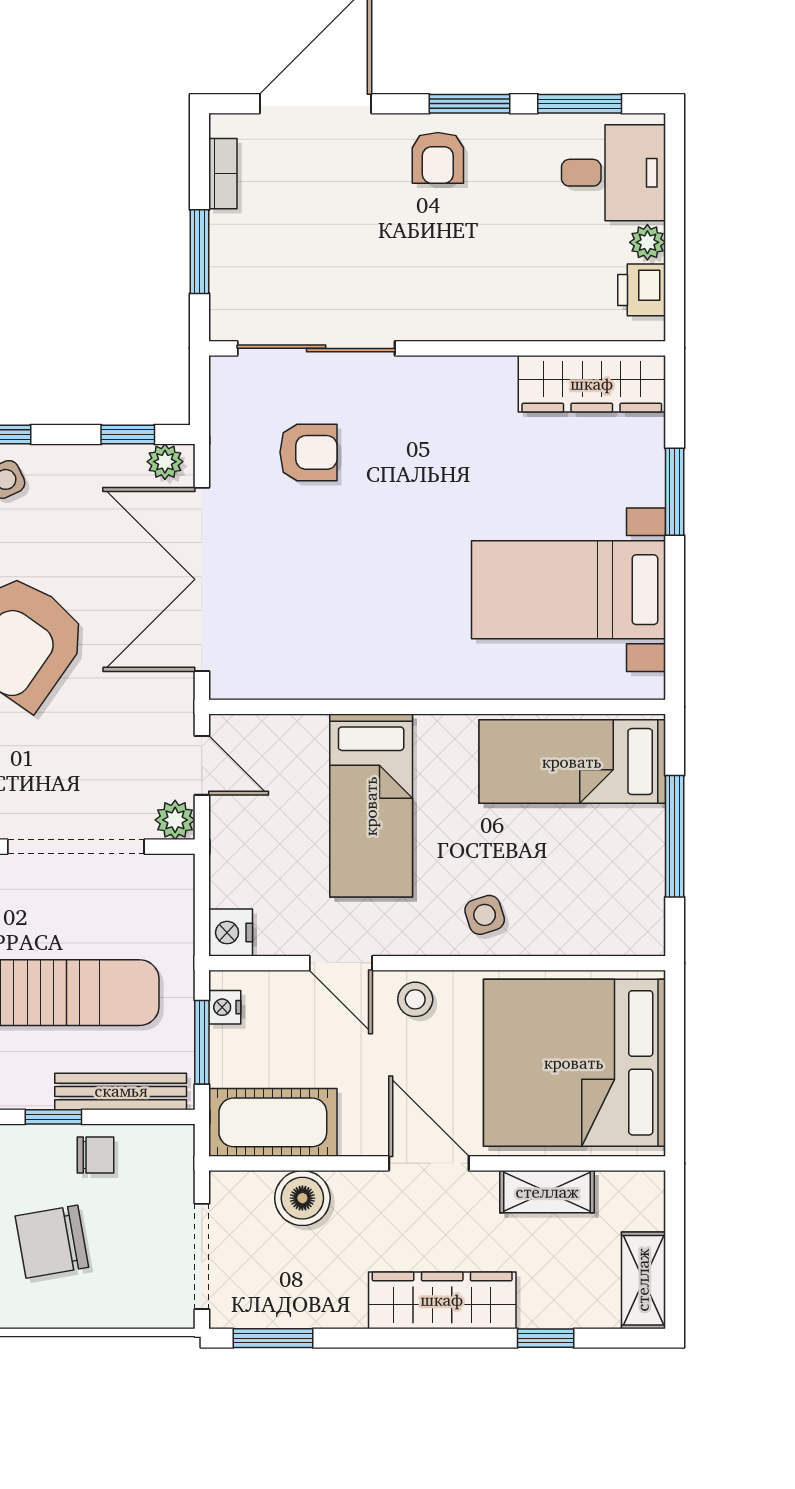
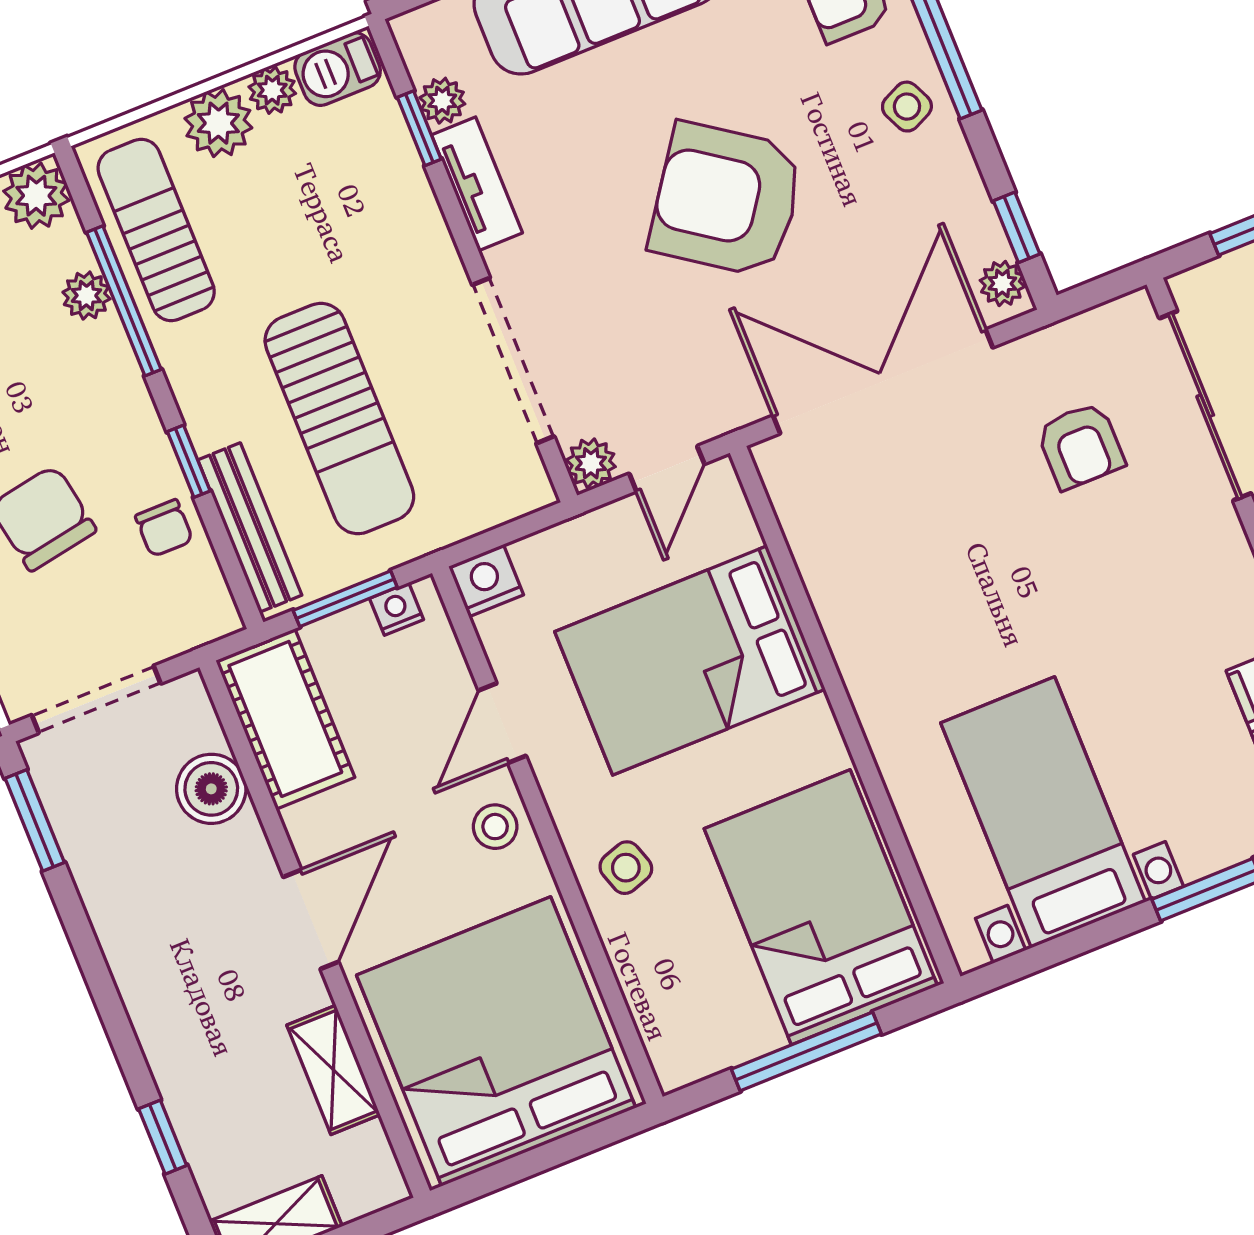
bed: (572, 762) -> (821, 907), width x1.50
bed: (371, 806) -> (690, 660), width x1.50
wardrobe: (442, 1300) -> (158, 999), removed

